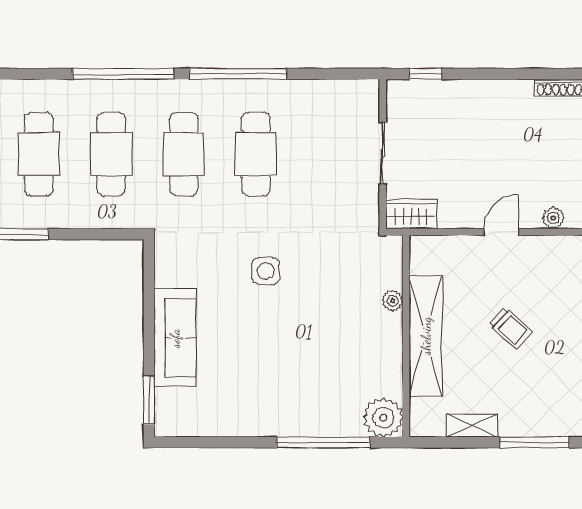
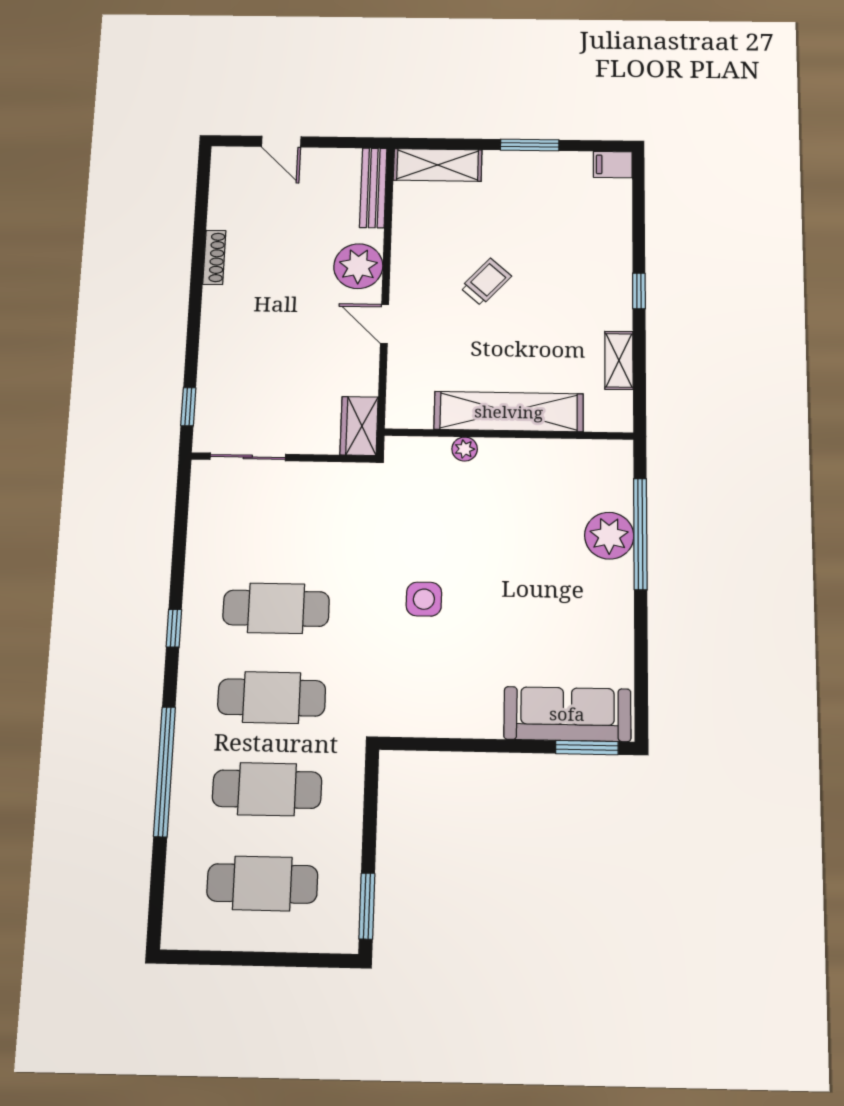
window: (238, 74) -> (174, 628), width x0.32
sliding door: (383, 153) -> (248, 457), moved
plant: (553, 218) -> (358, 266), width x1.88, depth x1.88
trolley: (511, 328) -> (486, 282), moved
sofa: (175, 338) -> (567, 714), moved
plant: (383, 418) -> (609, 536), moved
window: (535, 442) -> (639, 291), width x0.46

